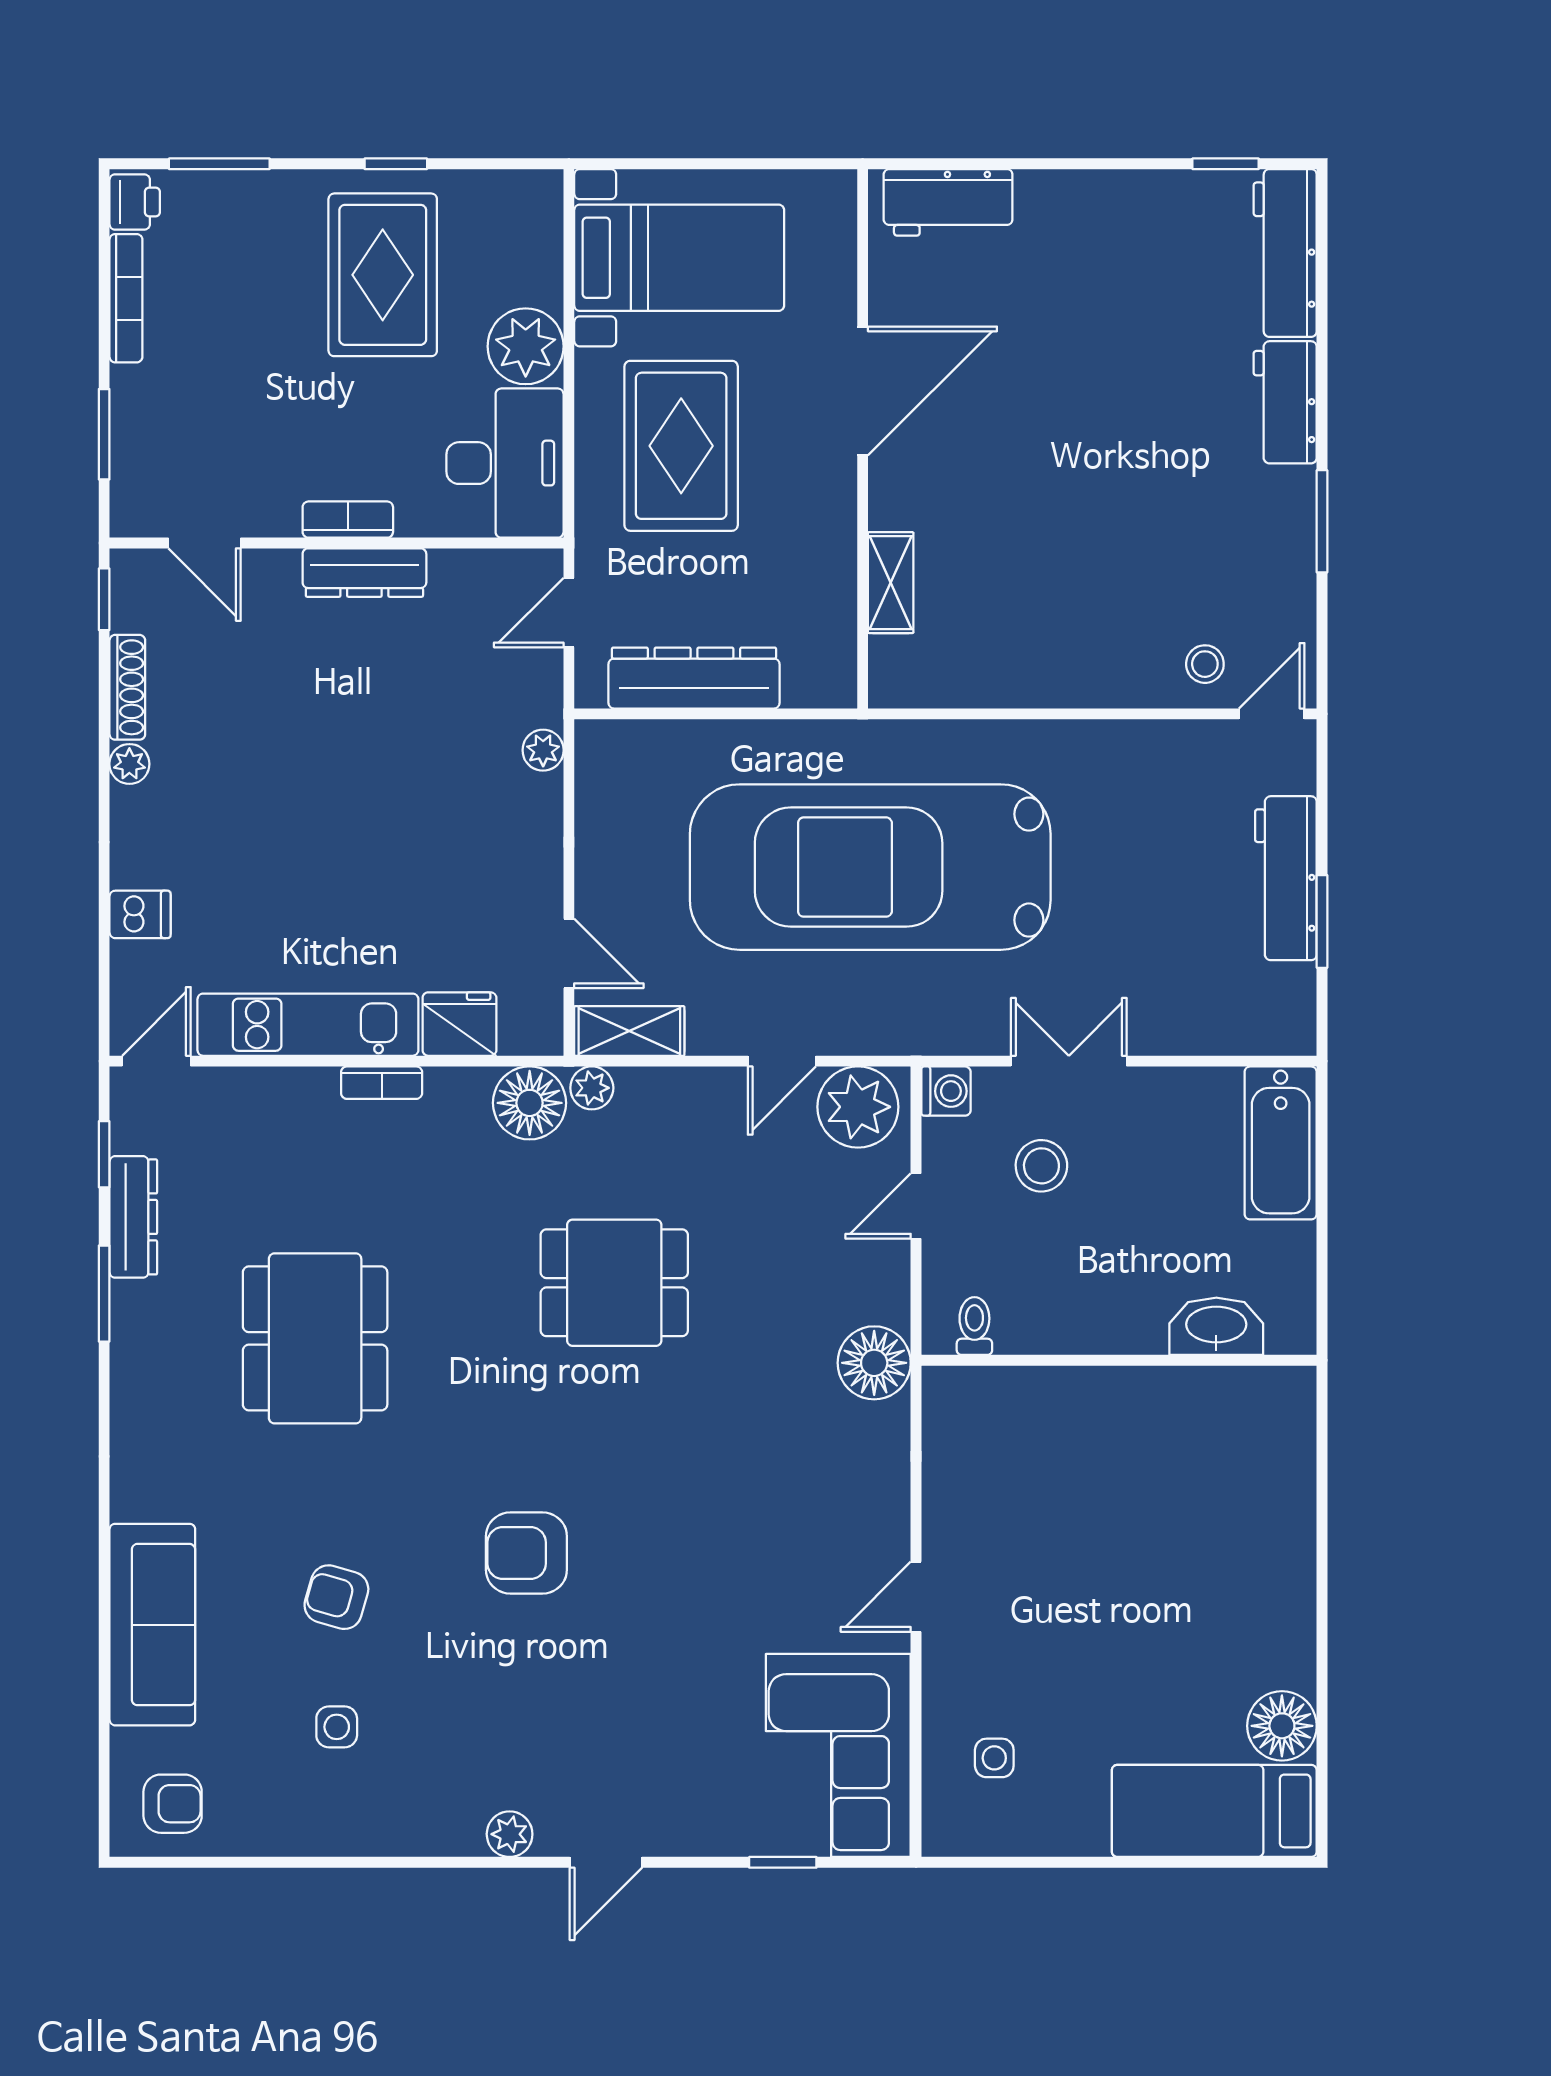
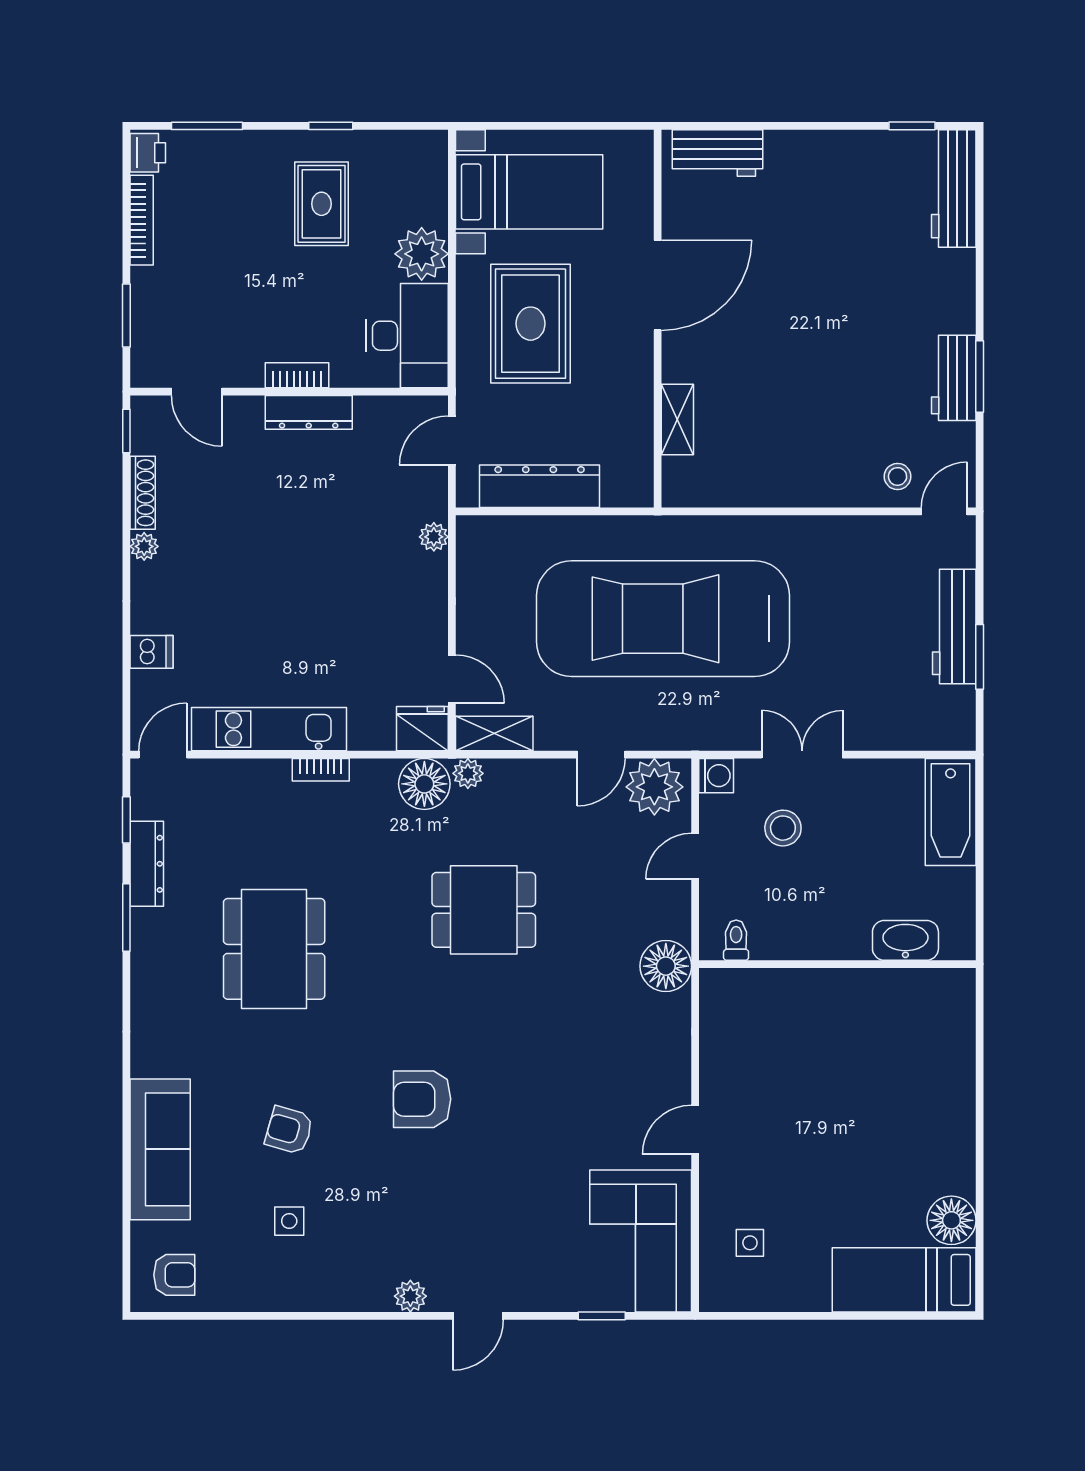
rug: (383, 275) -> (321, 204), width x0.73, depth x0.70
workbench: (1285, 402) -> (954, 378), moved
fridge: (459, 1024) -> (422, 729), moved

